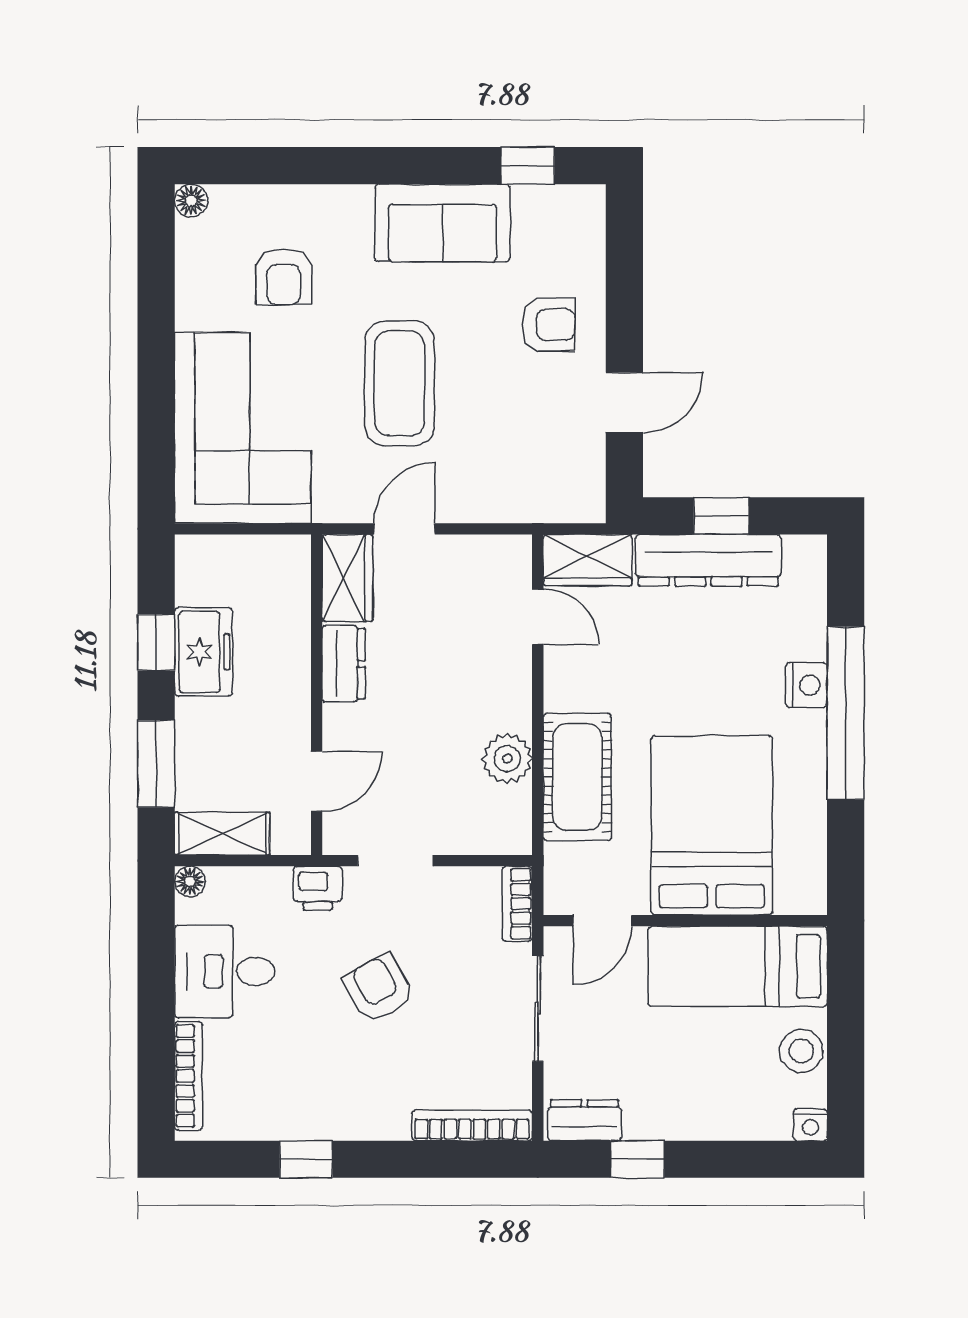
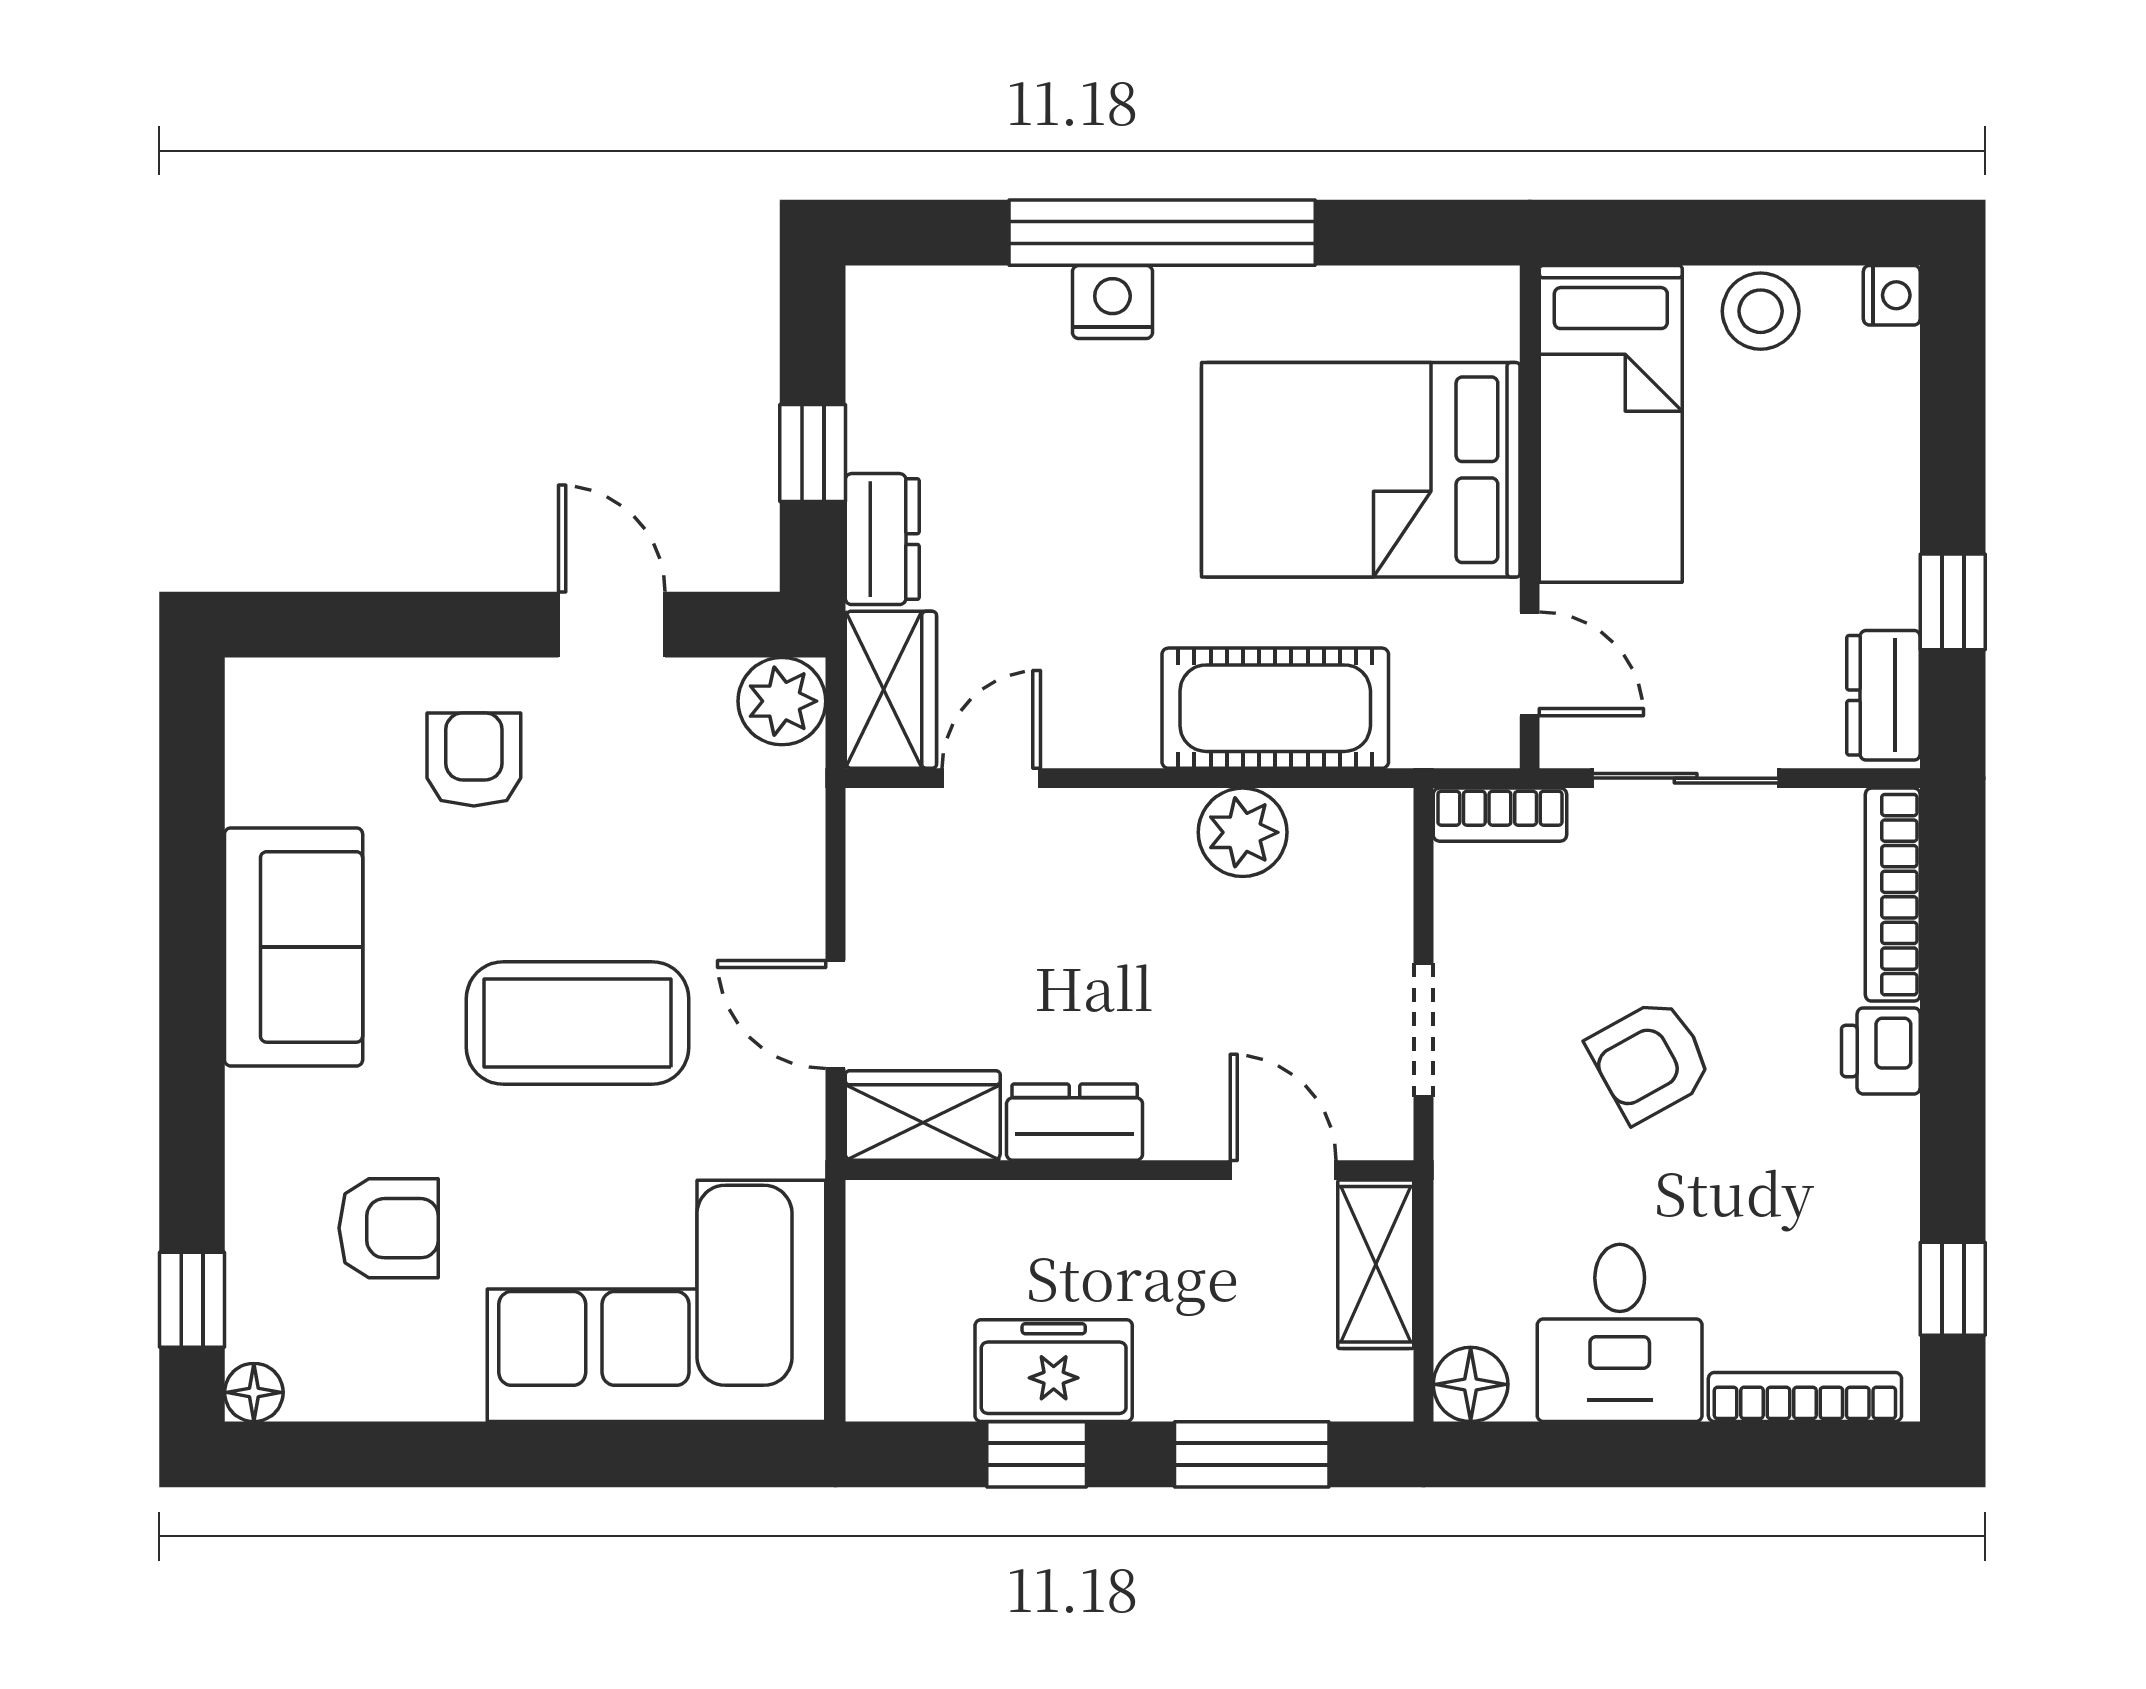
window: (528, 166) -> (192, 1300), moved
plant: (581, 499) -> (782, 701), added
dresser: (708, 560) -> (882, 539), width x0.51, depth x0.80
shelving: (222, 834) -> (1376, 1264), moved
floor lamp: (190, 882) -> (1471, 1384), width x1.37, depth x1.37
printer: (318, 888) -> (1881, 1051), moved, turned 180
window: (306, 1159) -> (1953, 1289), moved

